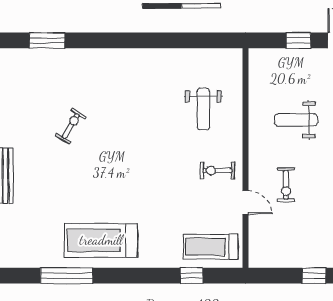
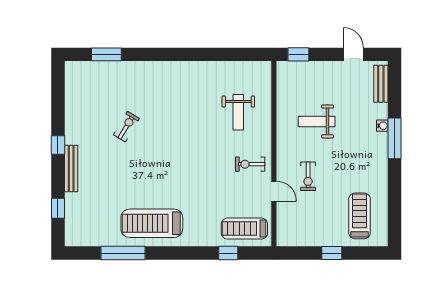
window: (298, 40) -> (298, 54), moved

